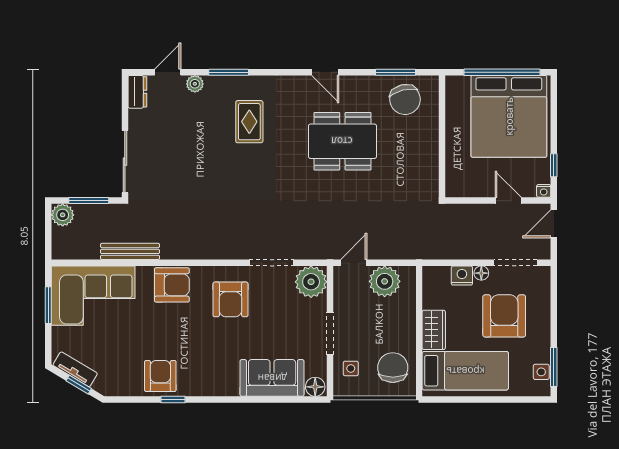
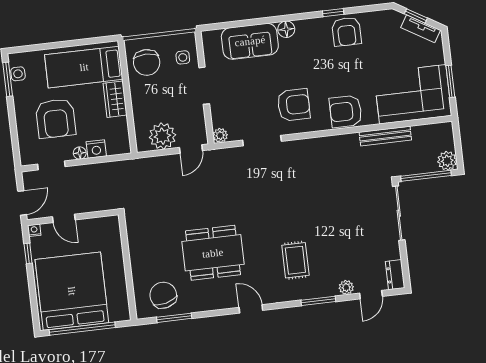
door: (325, 72) -> (251, 309), moved
window: (89, 201) -> (426, 176), width x1.44
doorway: (515, 263) -> (51, 165), width x0.73
plant: (311, 282) -> (220, 135), width x0.53, depth x0.53
armchair: (230, 299) -> (294, 105), turned 90
floor lamp: (315, 387) -> (286, 29), moved

